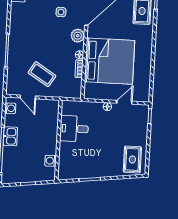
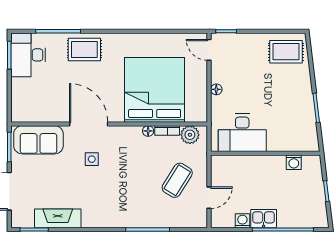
plant: (78, 36) -> (190, 135), moved
door: (124, 102) -> (209, 50), moved
washing machine: (10, 108) -> (242, 221), moved
desk: (74, 129) -> (242, 133), width x1.37

